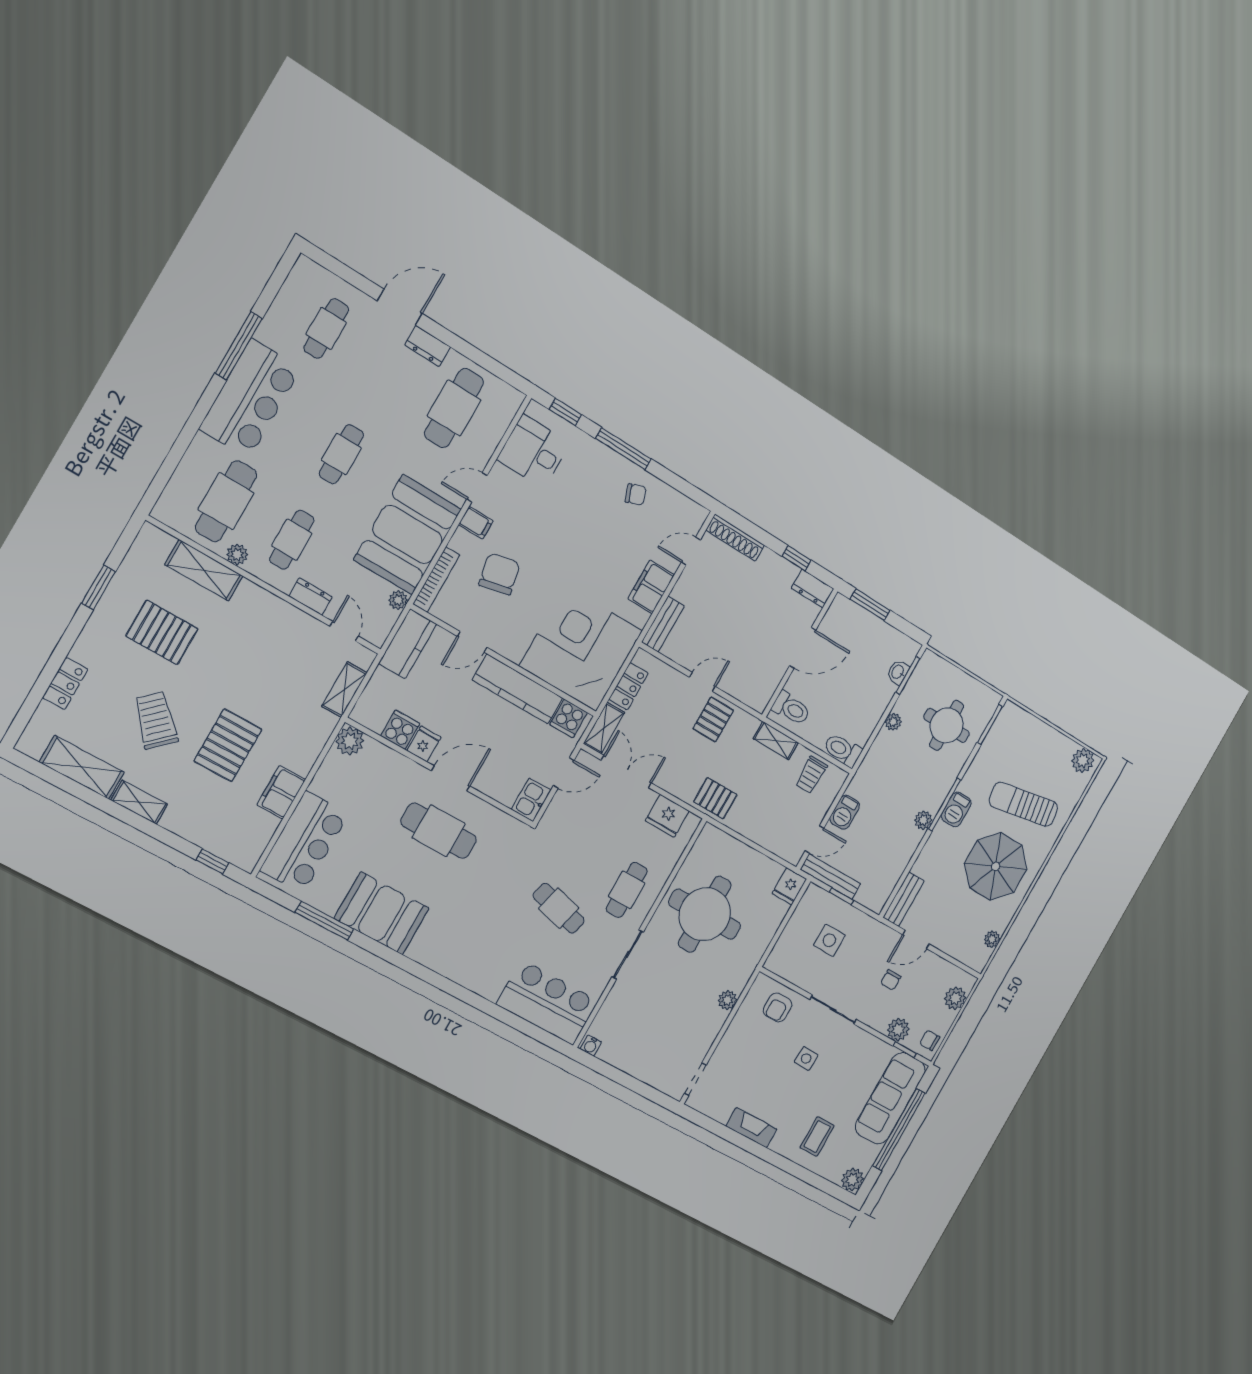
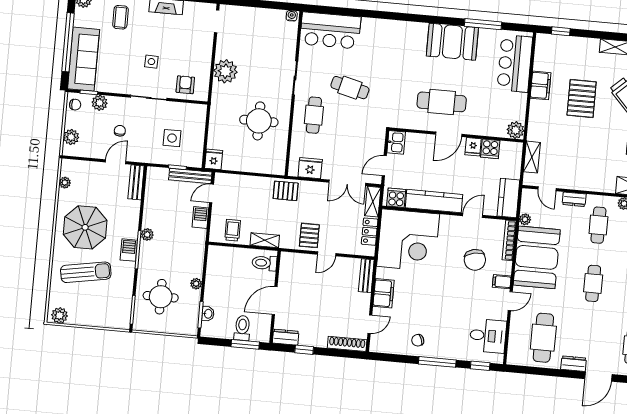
toilet: (843, 750) -> (242, 328), moved, turned -90
round table: (705, 914) -> (259, 121), width x0.73, depth x0.73
plant: (727, 1000) -> (226, 71), width x1.87, depth x1.87

